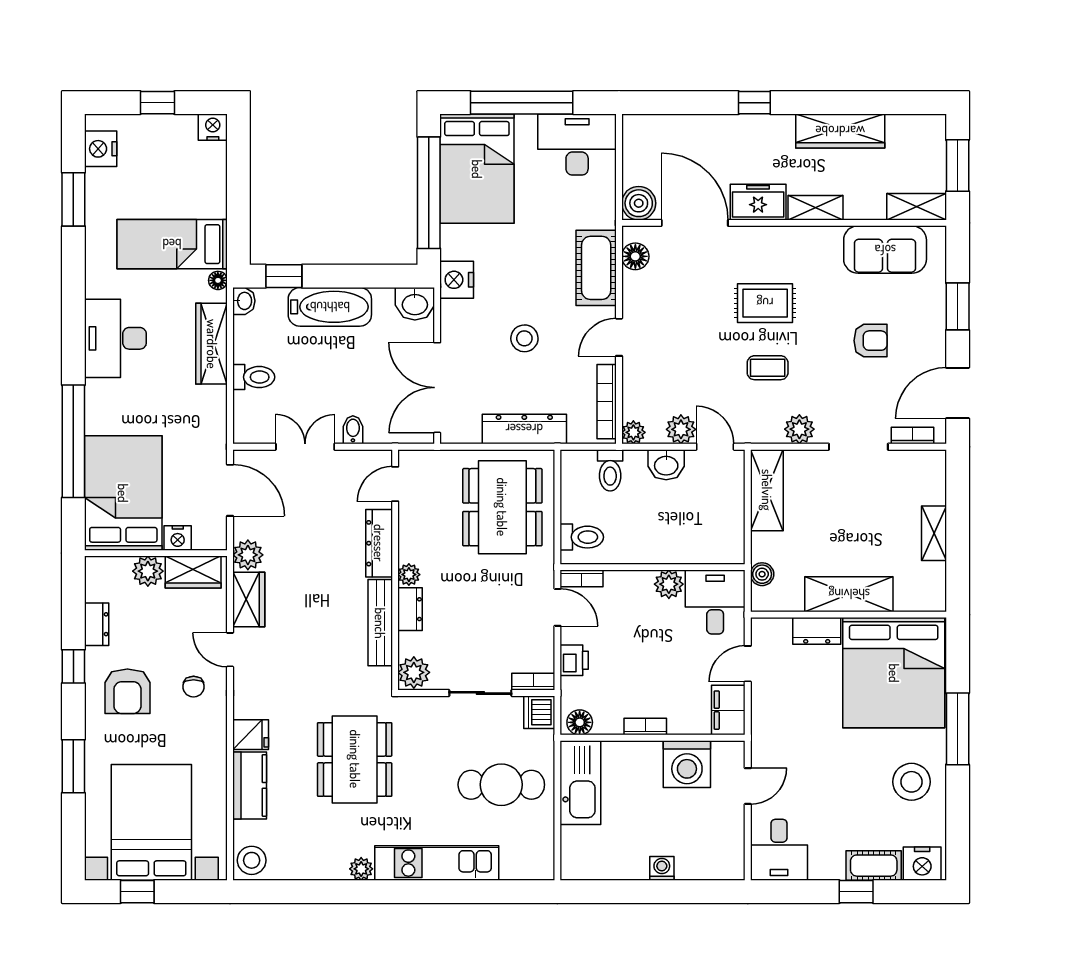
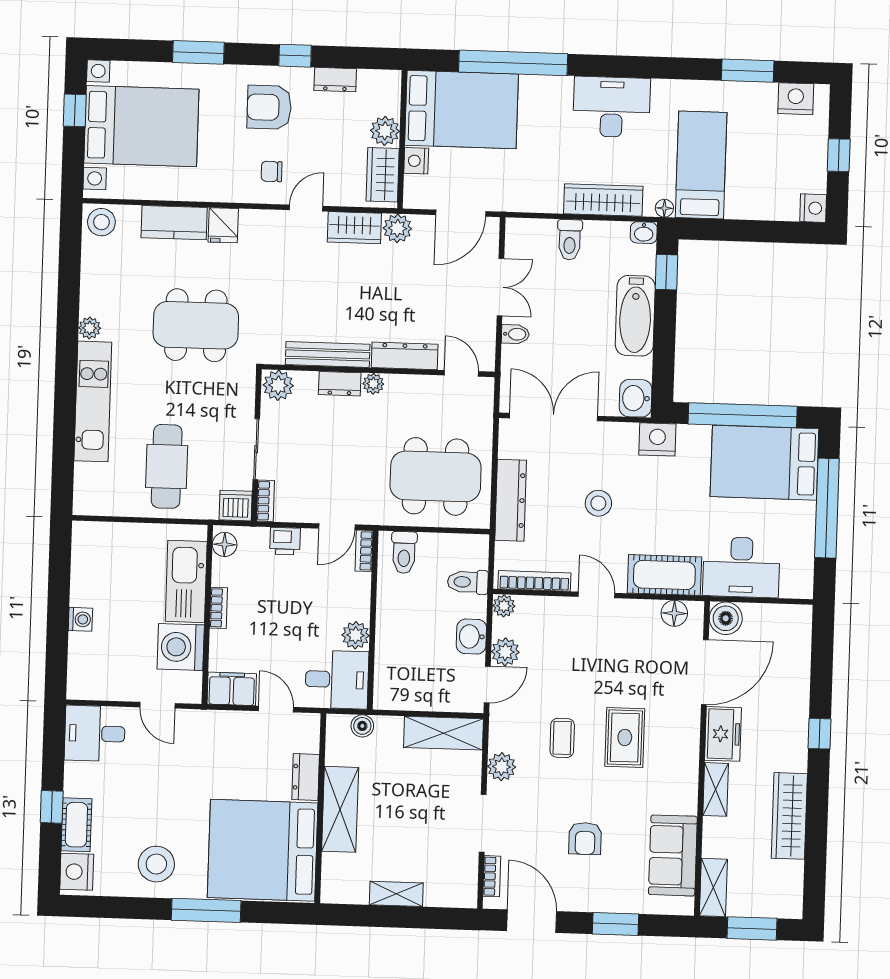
desk: (577, 145) -> (741, 567), moved, turned 90
kitchen sink: (580, 783) -> (186, 581), moved, turned 90

